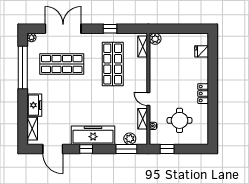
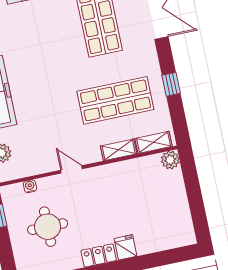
fridge: (202, 51) -> (126, 247), moved
door: (148, 99) -> (71, 169), hinge flipped
shelving: (143, 119) -> (119, 150), moved

